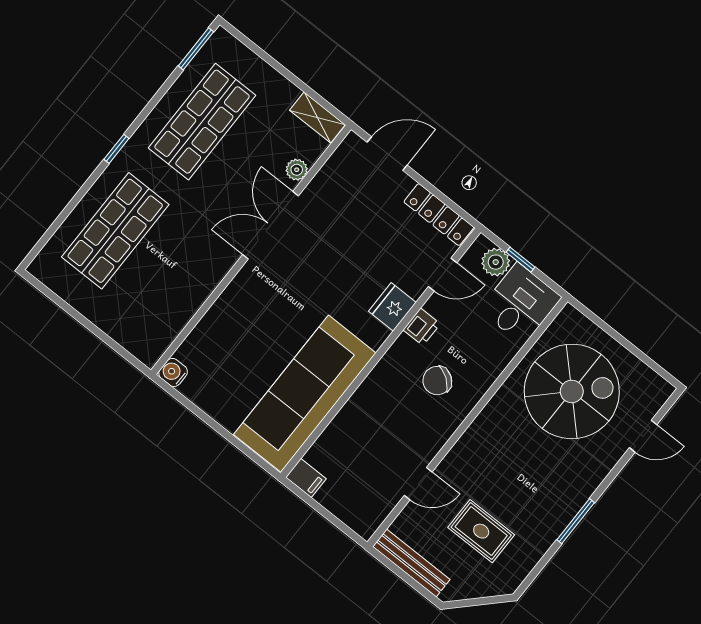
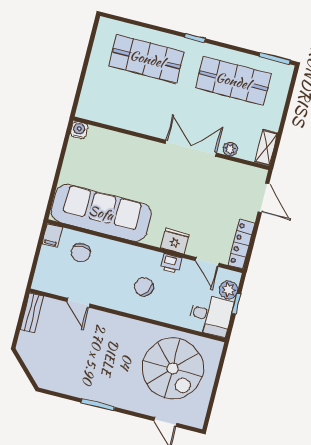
chair: (348, 448) -> (81, 253), added
rug: (481, 531) -> (67, 352), removed
bench: (411, 563) -> (32, 313), width x0.73

